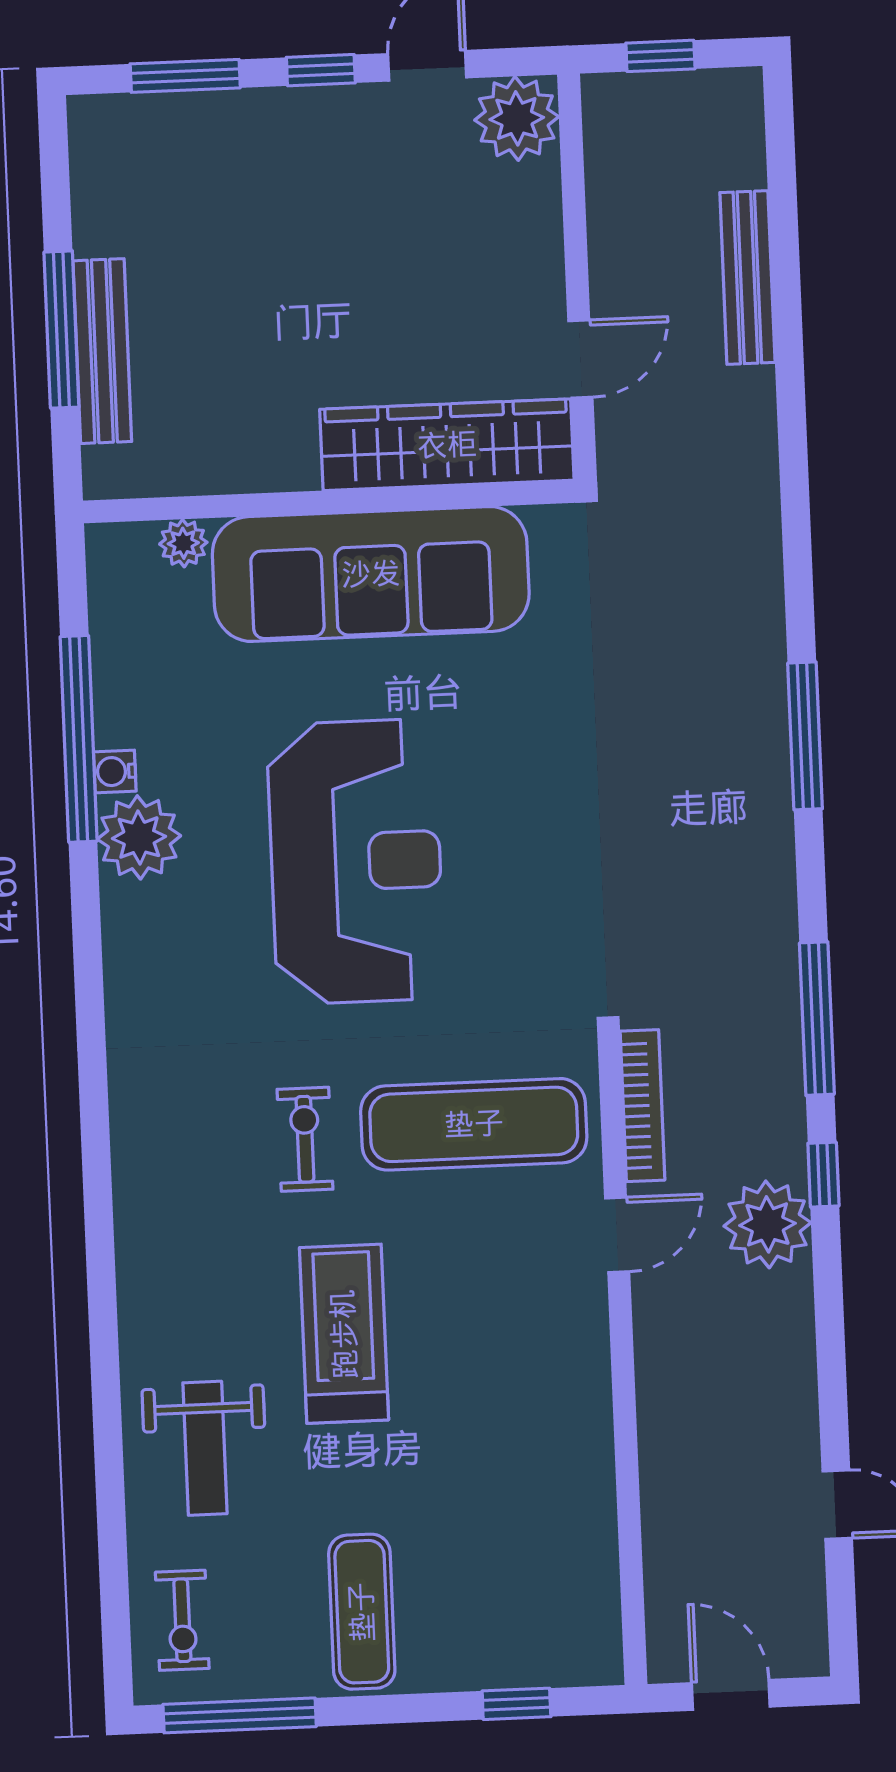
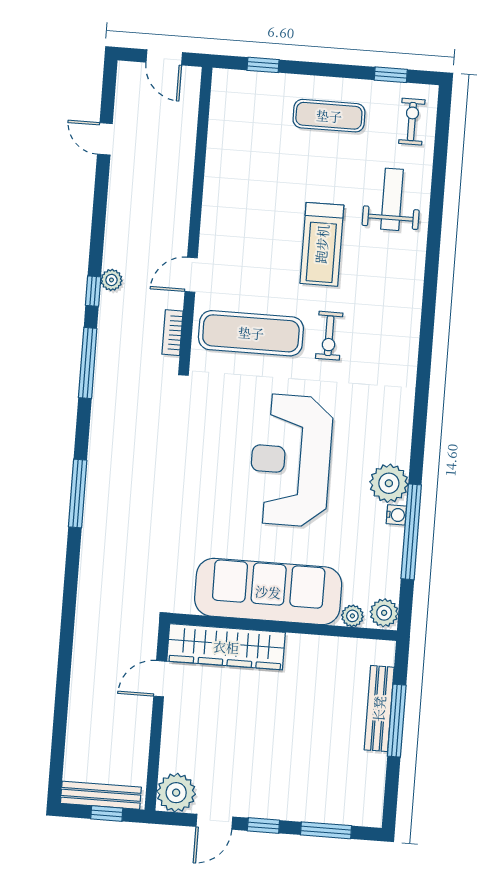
bench: (747, 278) -> (101, 795), moved, turned 90
plant: (116, 558) -> (384, 613), added
bookcase: (642, 1106) -> (172, 333), width x0.64
plant: (767, 1224) -> (111, 280), width x0.53, depth x0.53
exercise mat: (362, 1612) -> (329, 116), turned 90
window: (240, 1715) -> (391, 75), width x0.46

